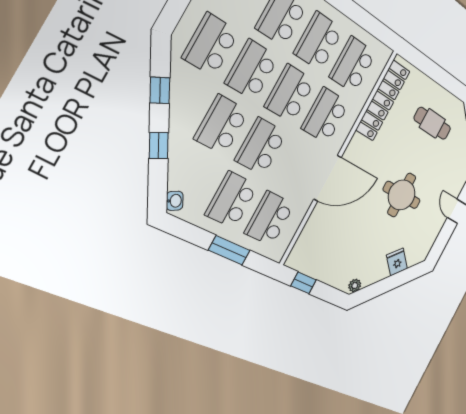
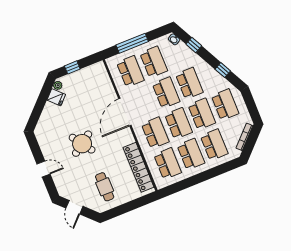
cafe table: (432, 123) -> (105, 187), turned 90
window: (159, 146) -> (194, 45), moved
round table: (402, 195) -> (82, 144), turned -35
window: (229, 250) -> (132, 43), width x1.44
fridge: (397, 262) -> (56, 97), moved
window: (304, 283) -> (72, 67), moved

